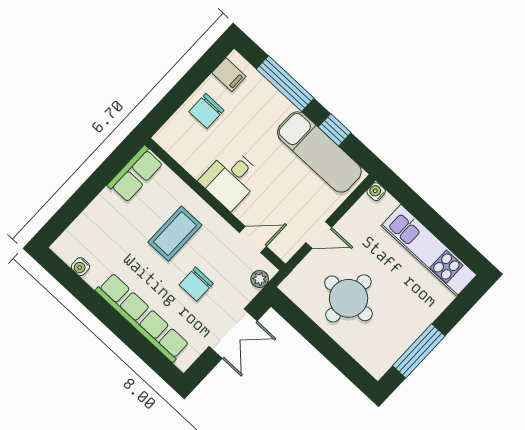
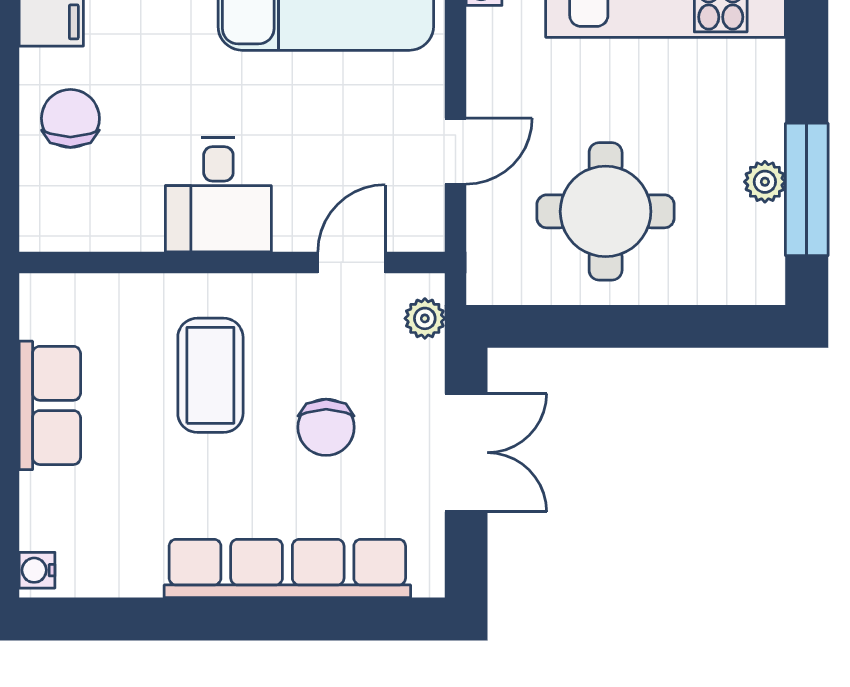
chair: (206, 111) -> (70, 118), turned 180
row of seats: (135, 174) -> (50, 405), moved
water cooler: (80, 267) -> (37, 570), moved, turned 90
plant: (408, 336) -> (765, 182), added

